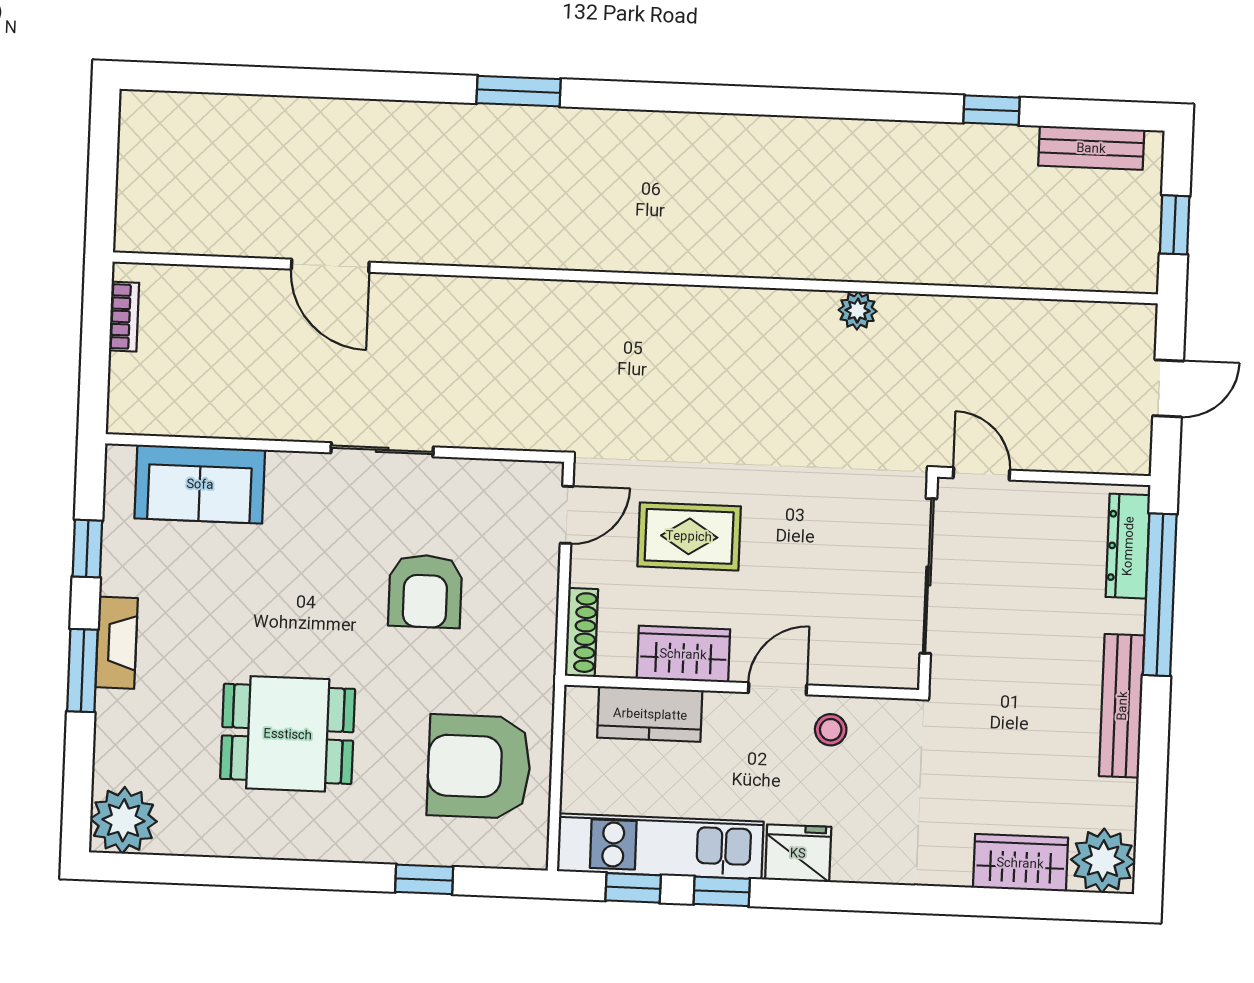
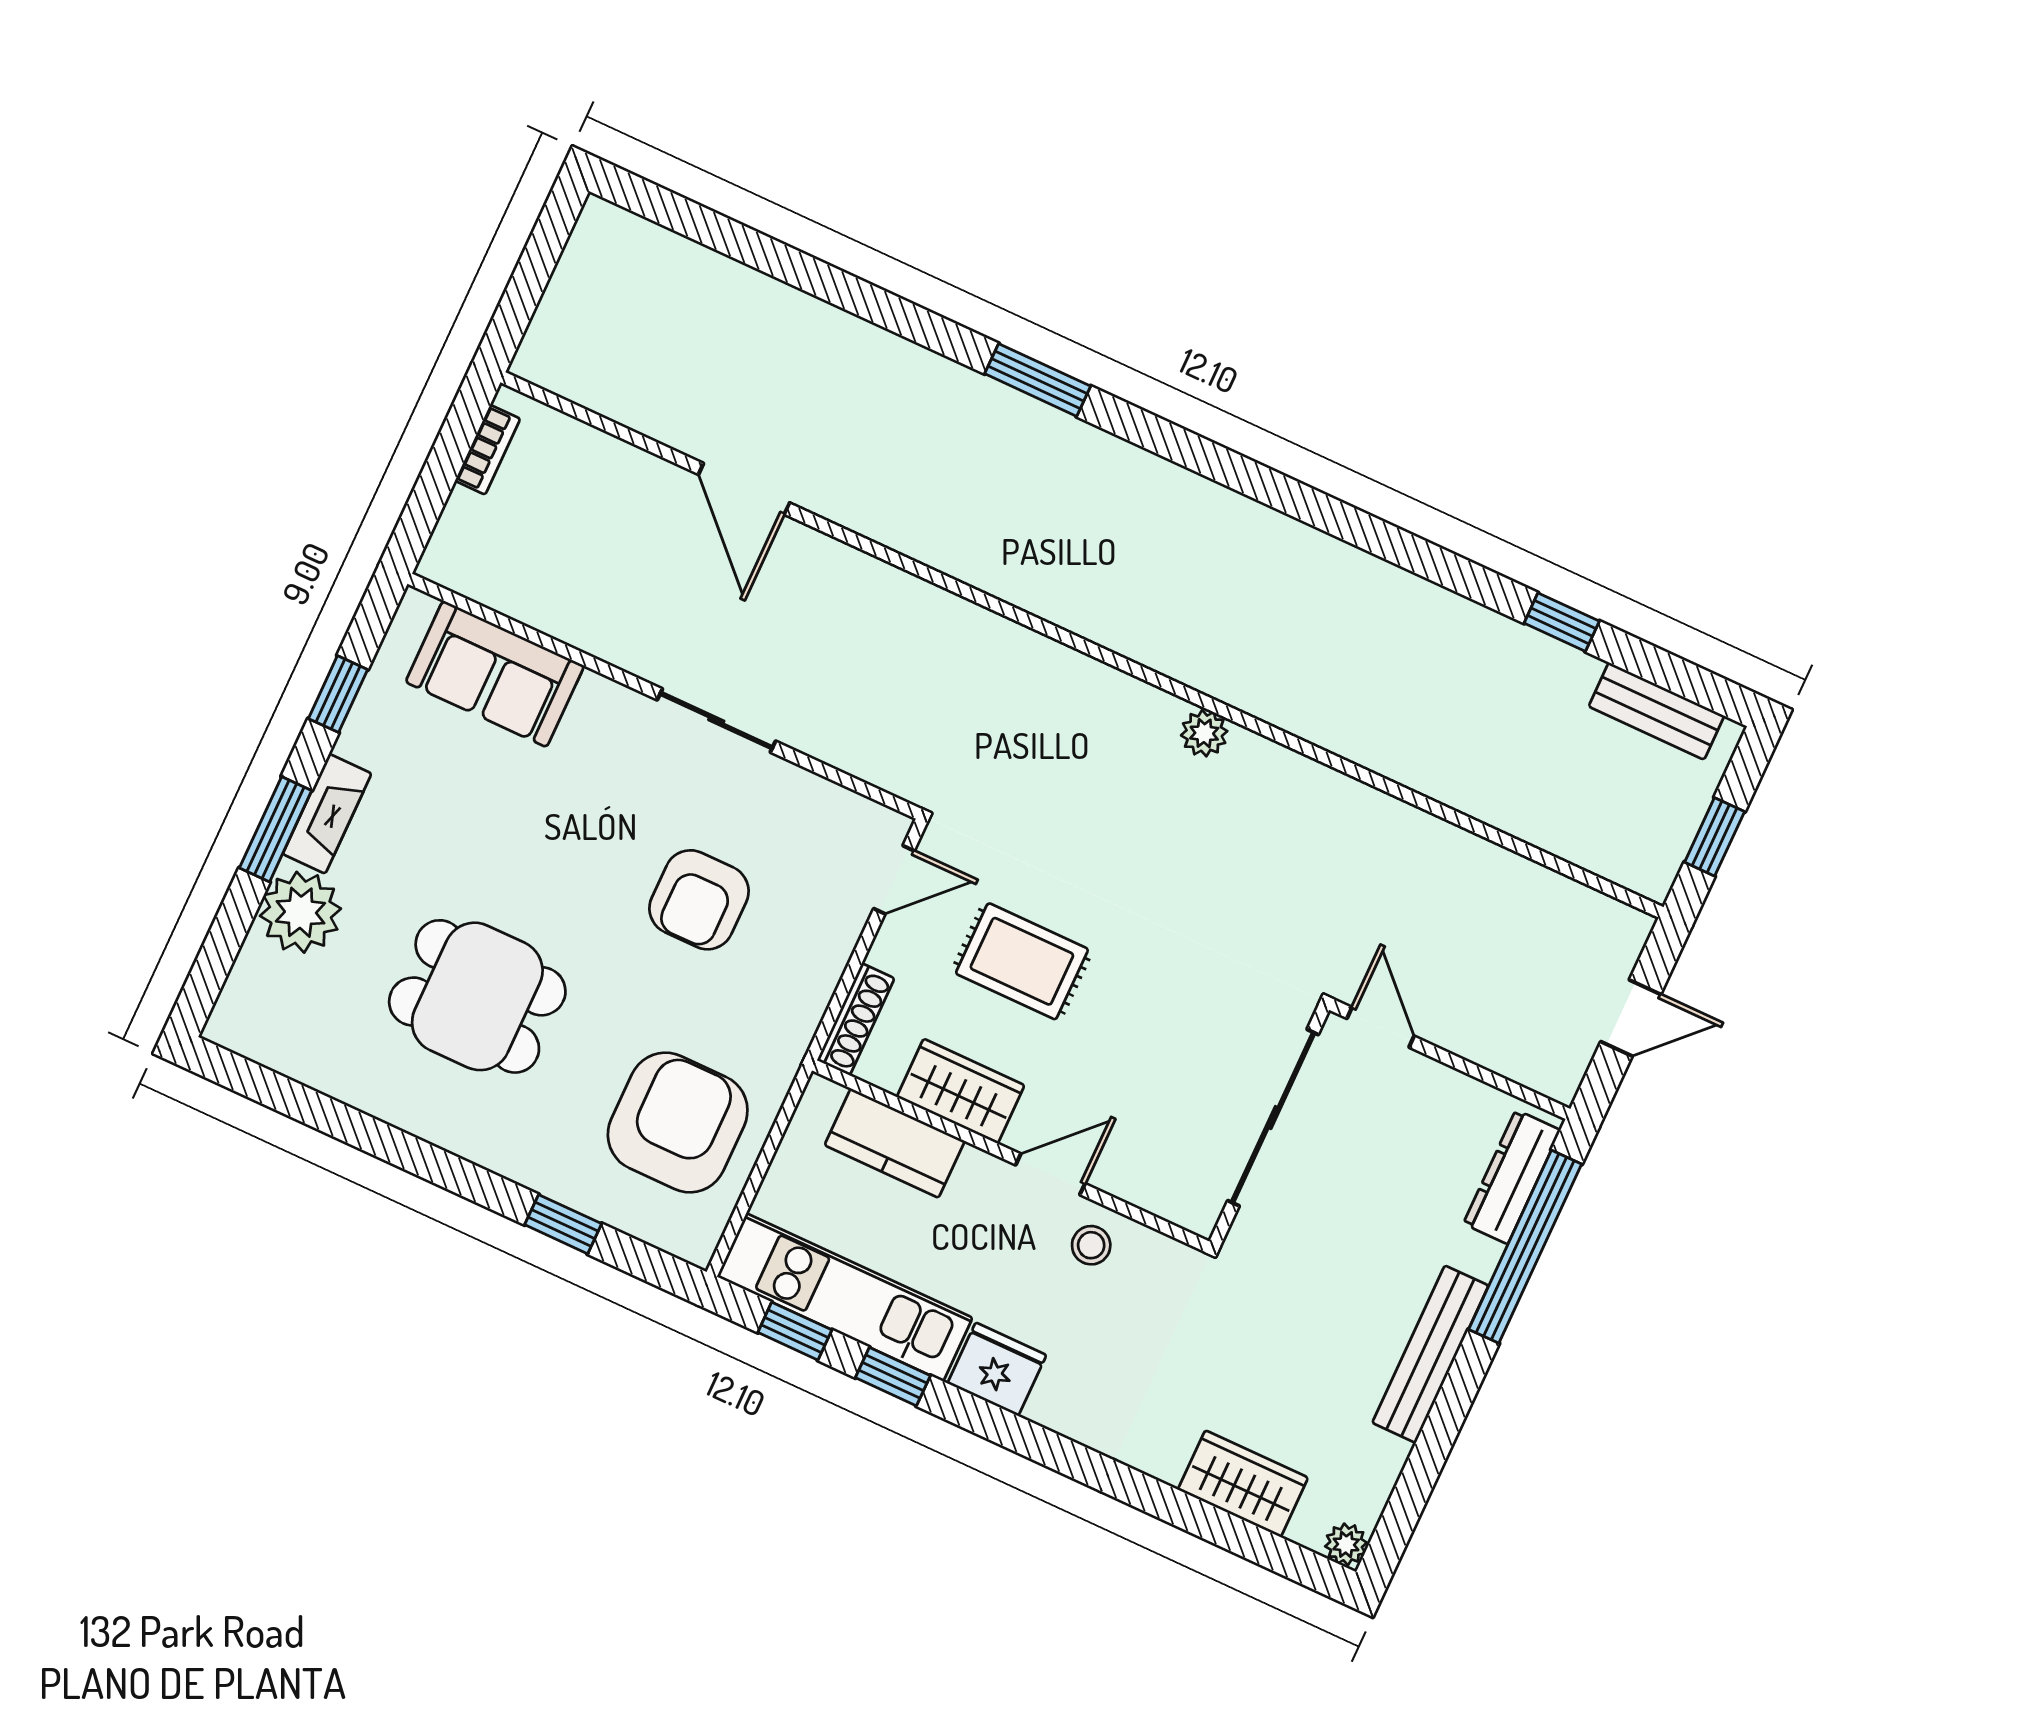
plant: (858, 311) -> (1204, 733), moved
armchair: (479, 767) -> (678, 1123), turned 90
plant: (124, 820) -> (300, 912), moved
plant: (1103, 861) -> (1346, 1544), width x0.53, depth x0.53

